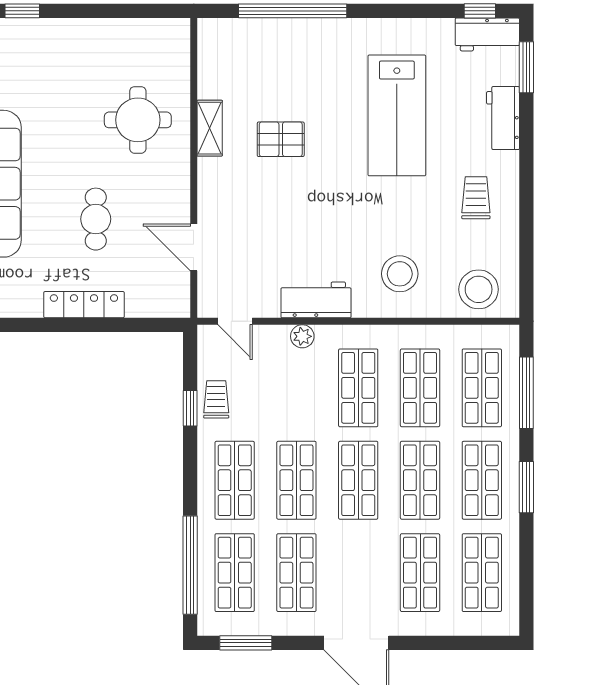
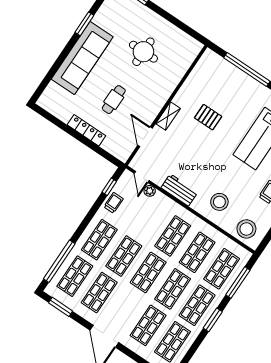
round table: (138, 120) -> (143, 52), moved
shelving: (210, 128) -> (168, 116), moved
plant: (302, 336) -> (150, 191), moved
window: (190, 408) -> (109, 187), moved

